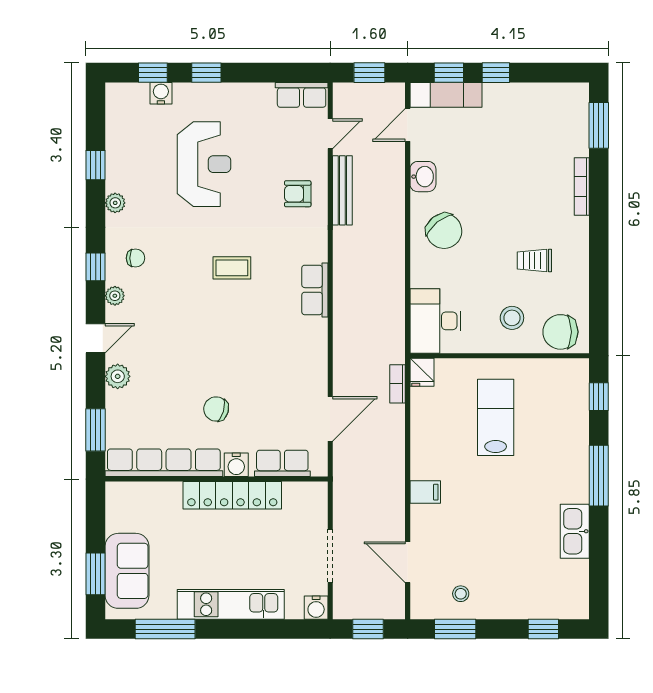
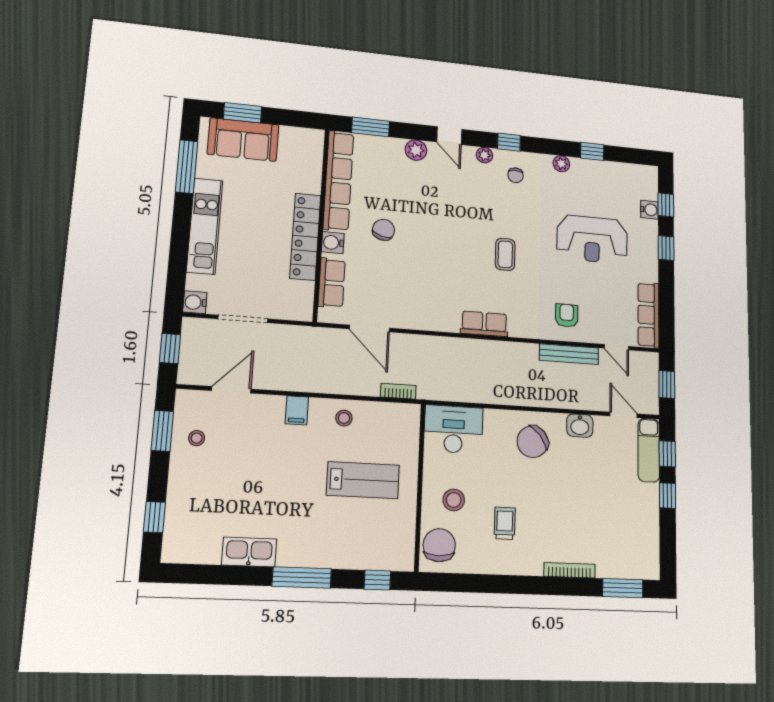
row of seats: (302, 95) -> (648, 315), width x1.48
fridge: (422, 372) -> (408, 414), removed
stool: (430, 441) -> (344, 418), added

